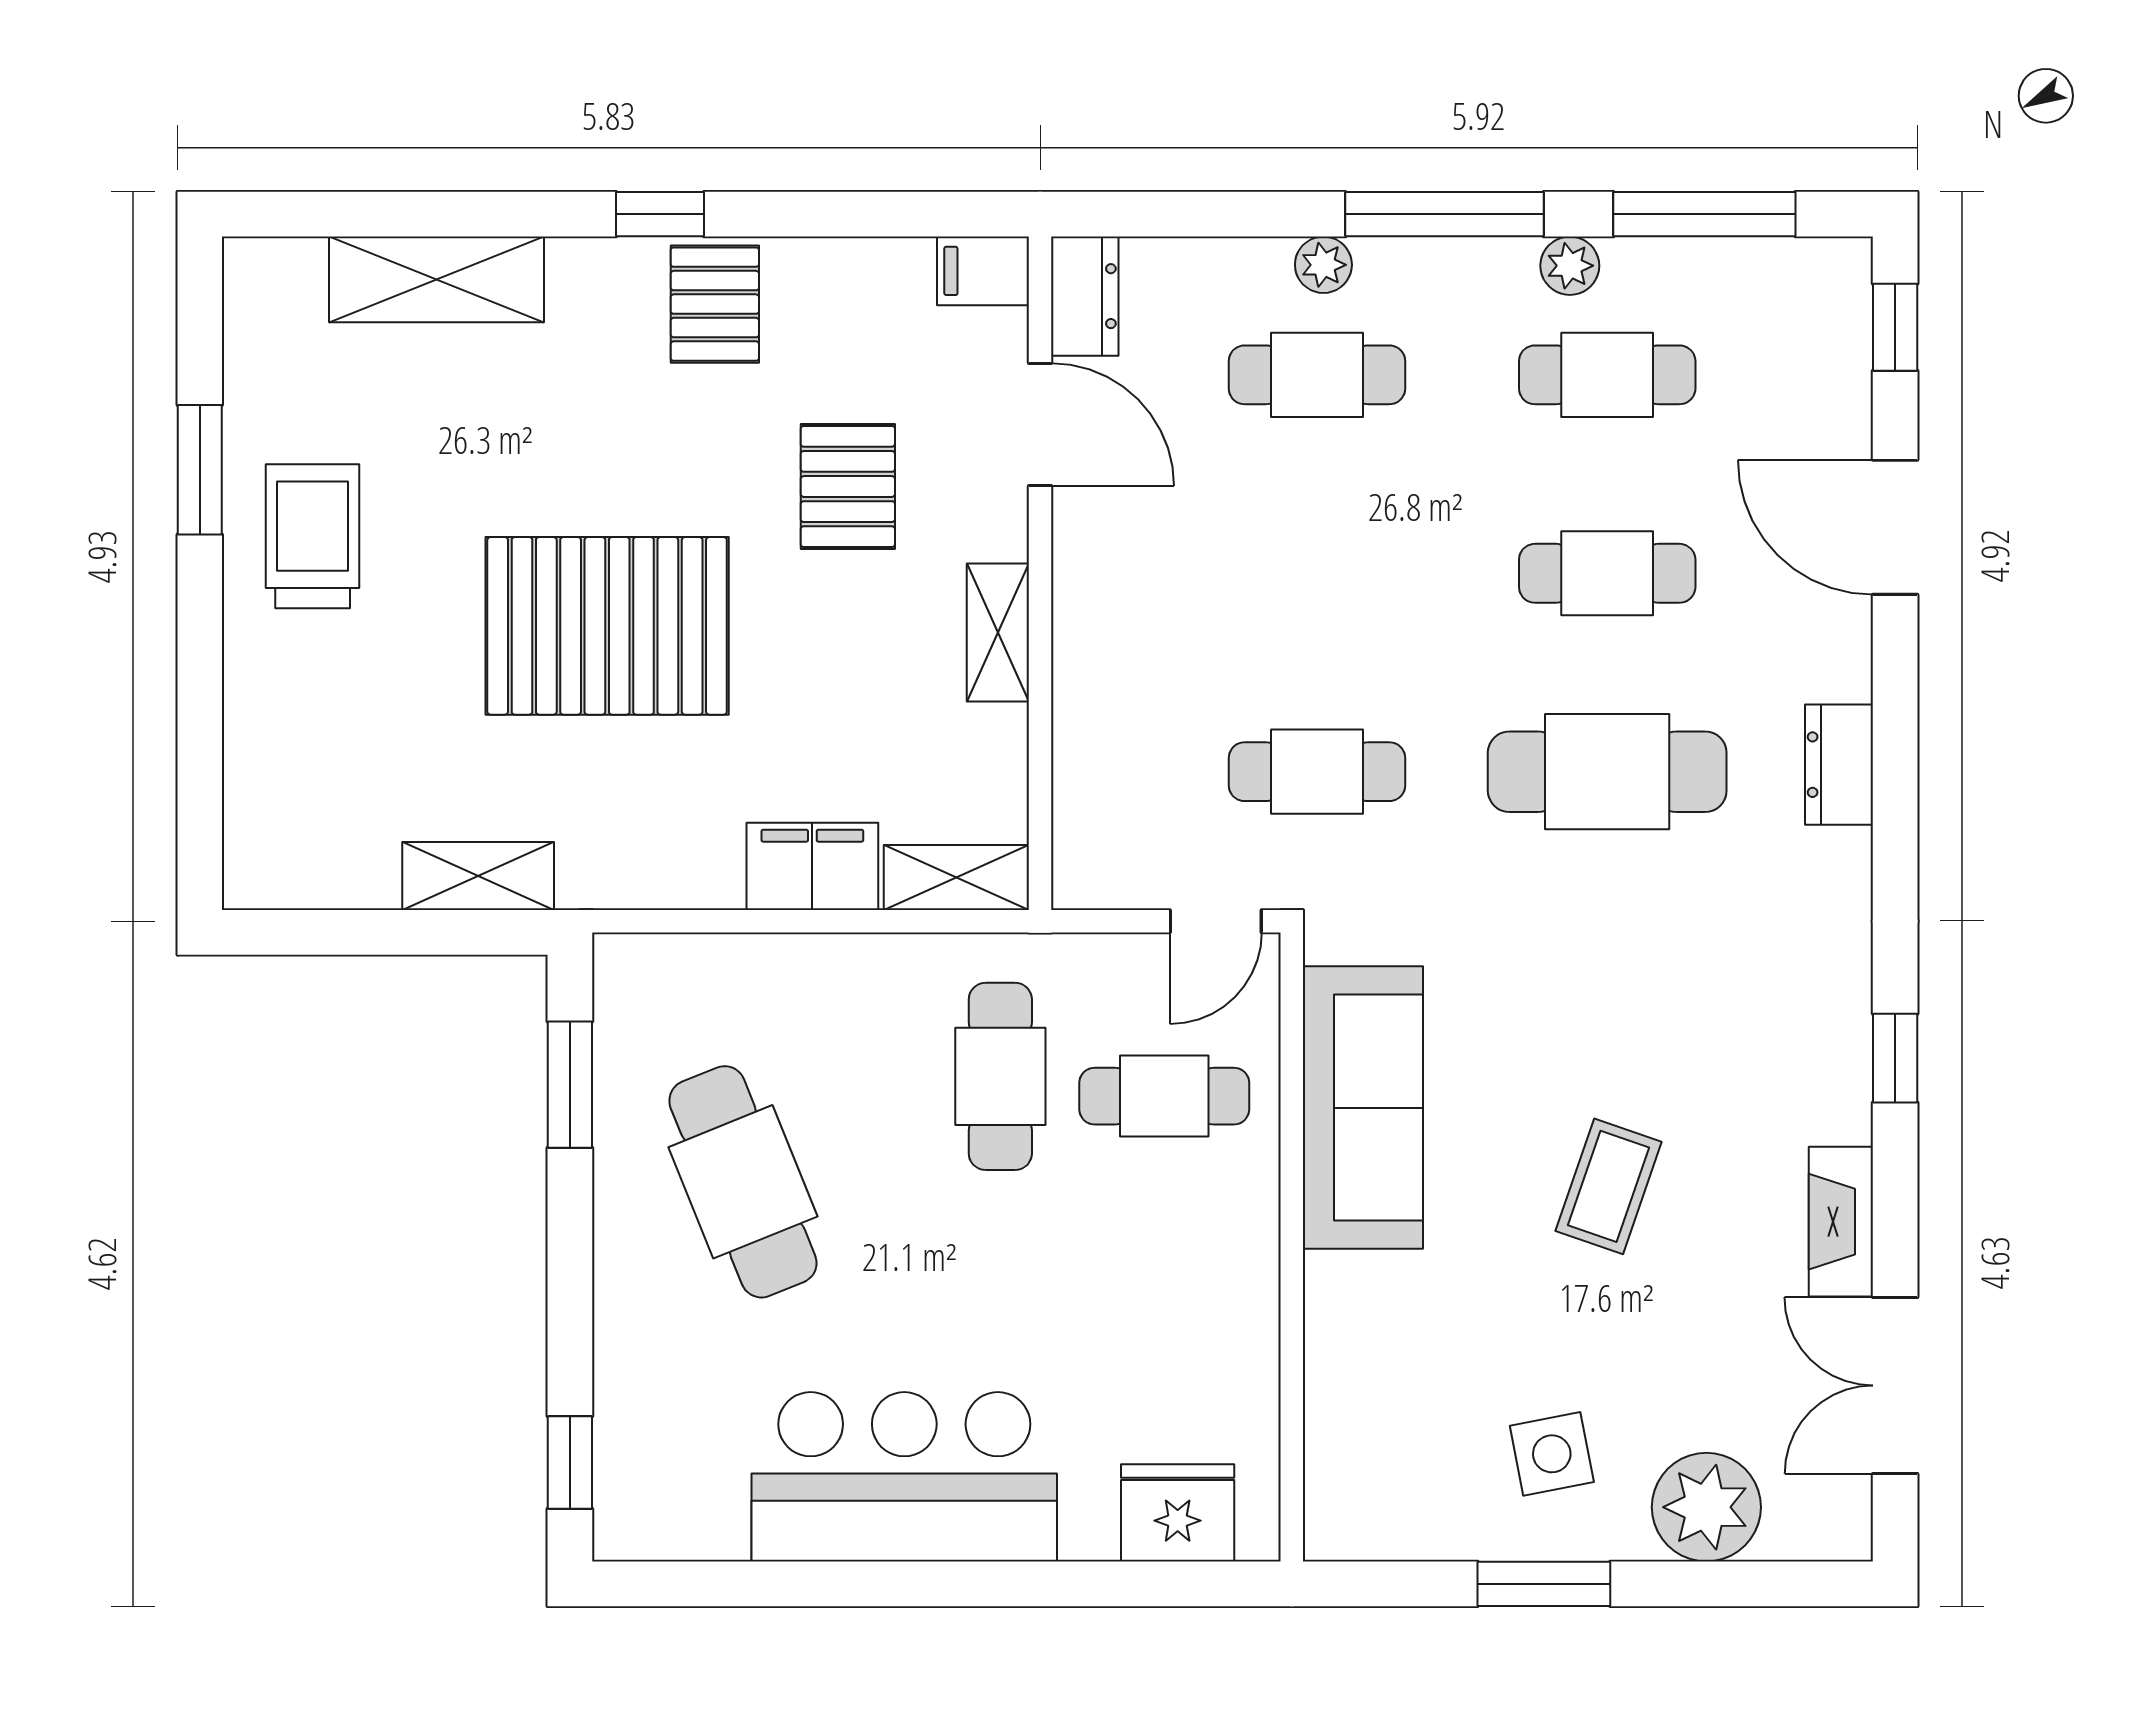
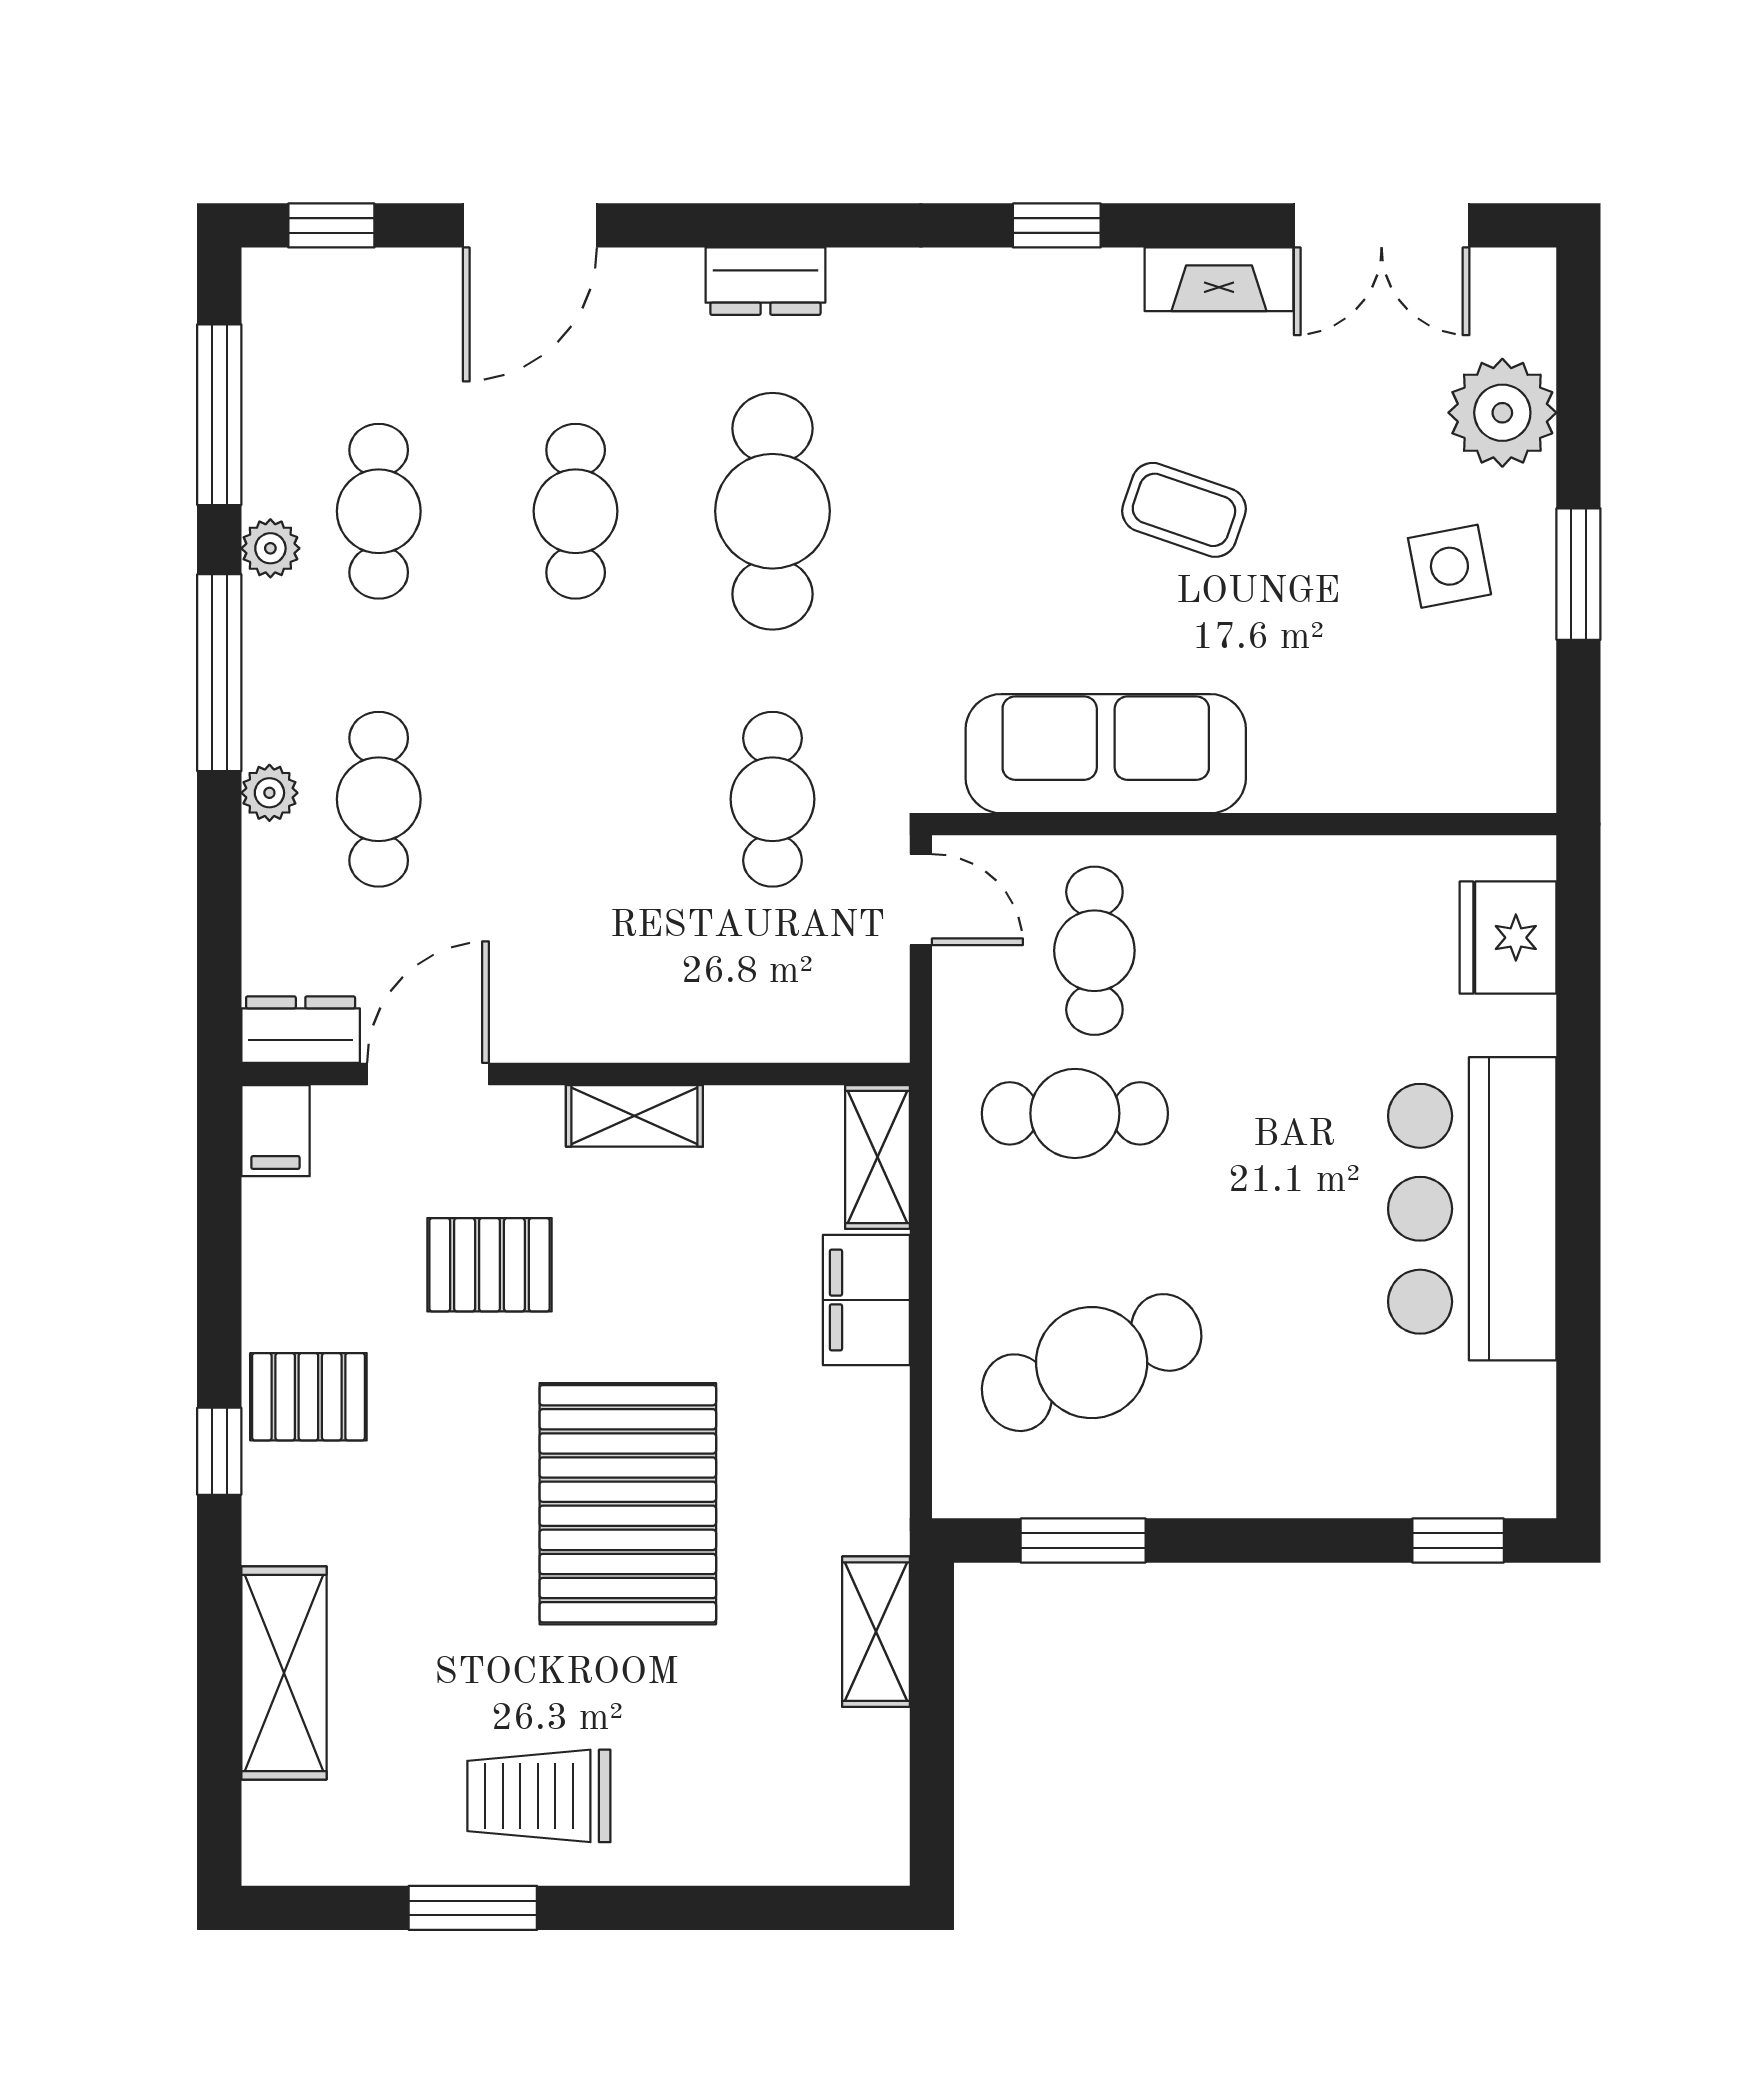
cafe table: (743, 1182) -> (1092, 1363), moved

